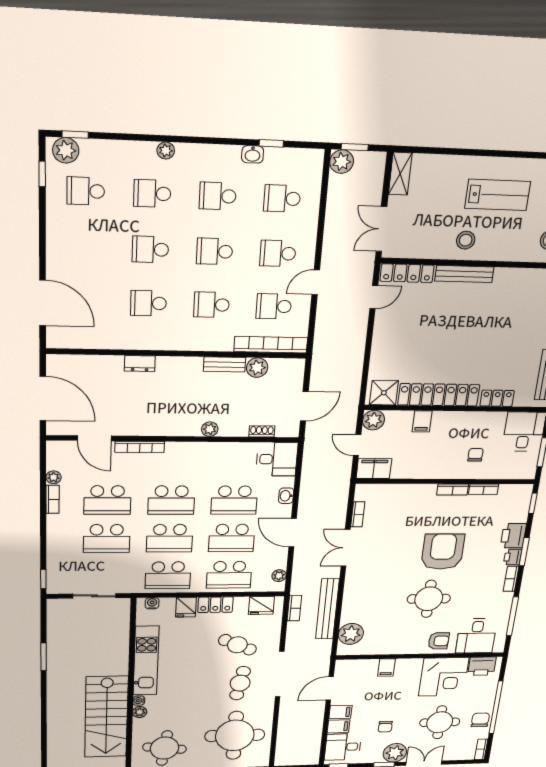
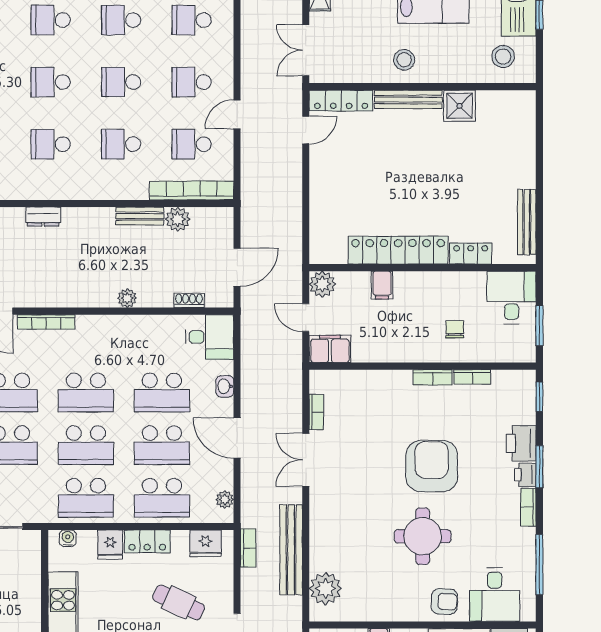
shower: (384, 393) -> (459, 106), moved

